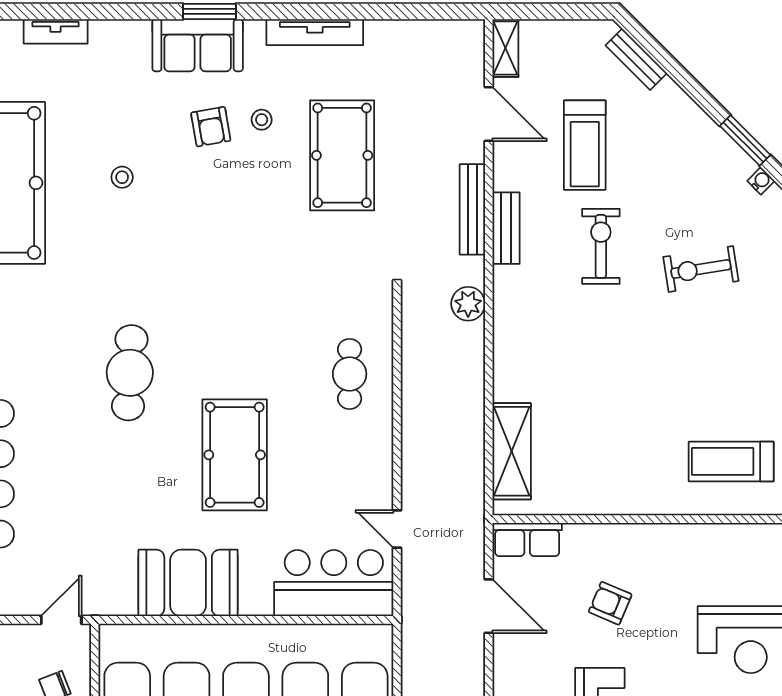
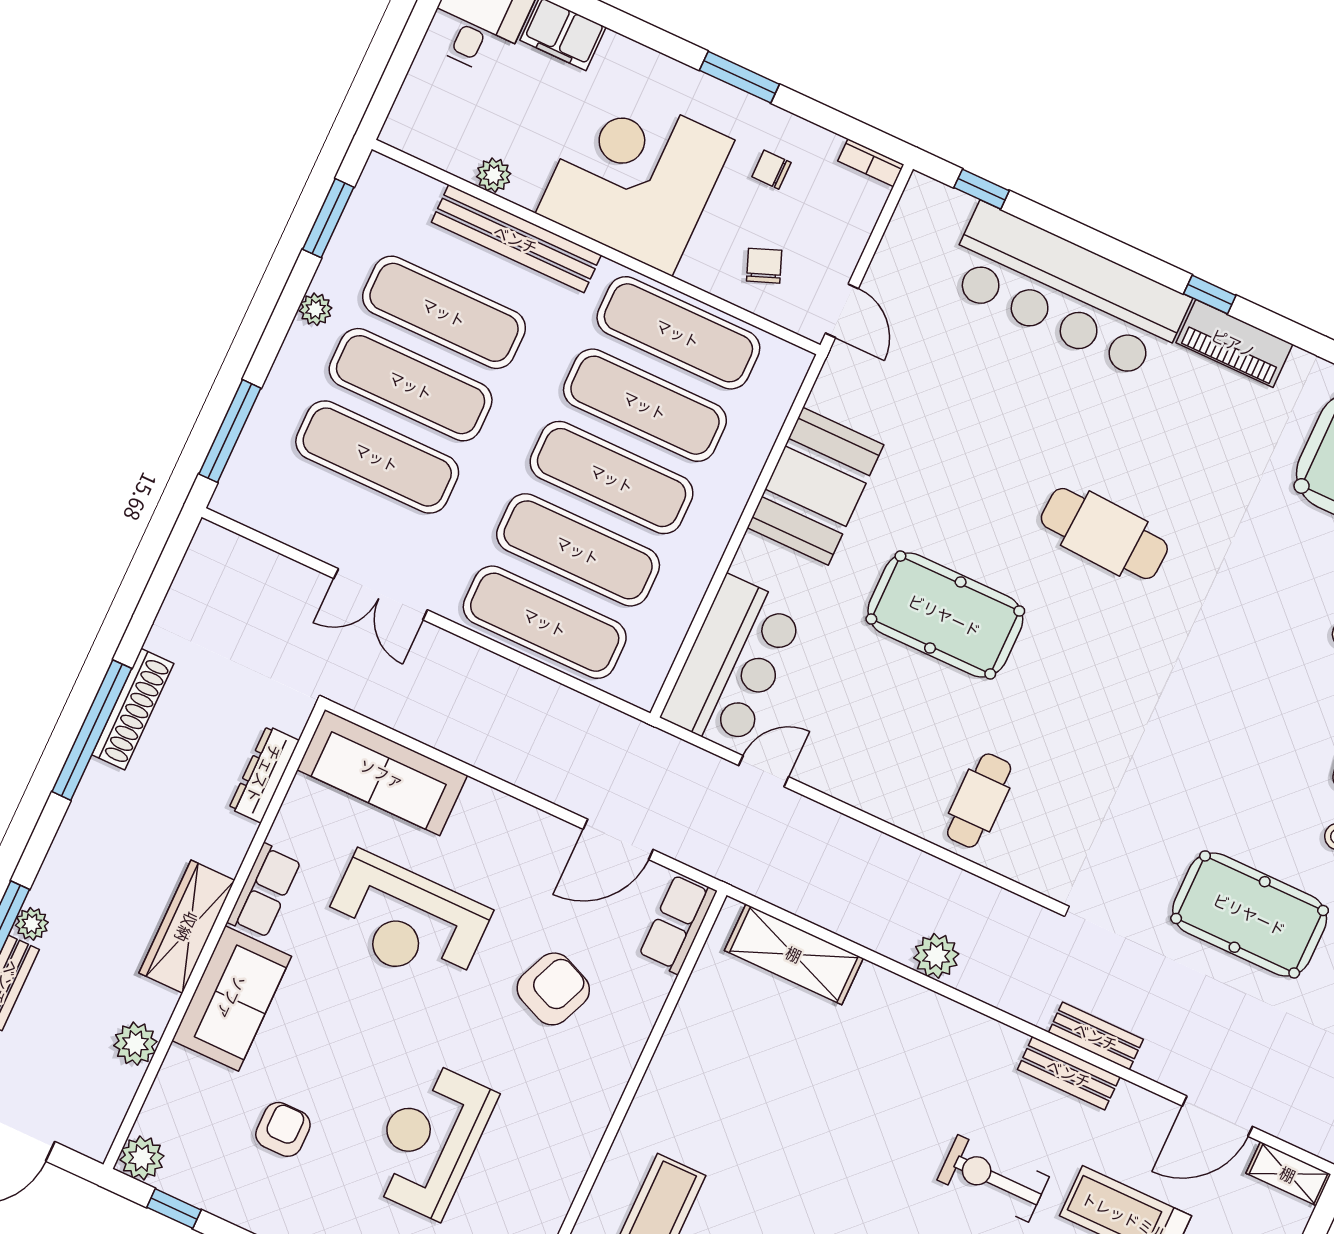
bench: (472, 209) -> (1096, 1036), width x0.73
exercise bike: (601, 246) -> (993, 1178), turned 180
plant: (468, 304) -> (936, 956), moved
cafe table: (350, 374) -> (979, 801), turned 90
armchair: (610, 603) -> (553, 989), width x1.38, depth x1.38

